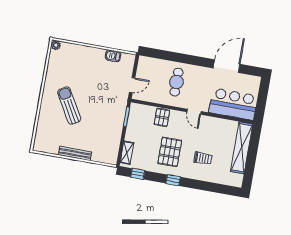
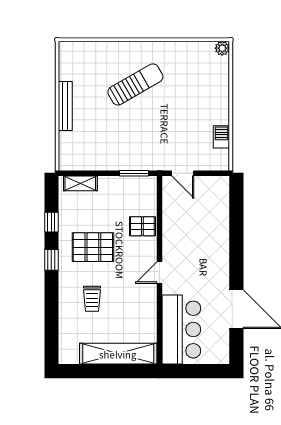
cafe table: (177, 82) -> (199, 239), removed
window: (138, 174) -> (51, 222), moved

